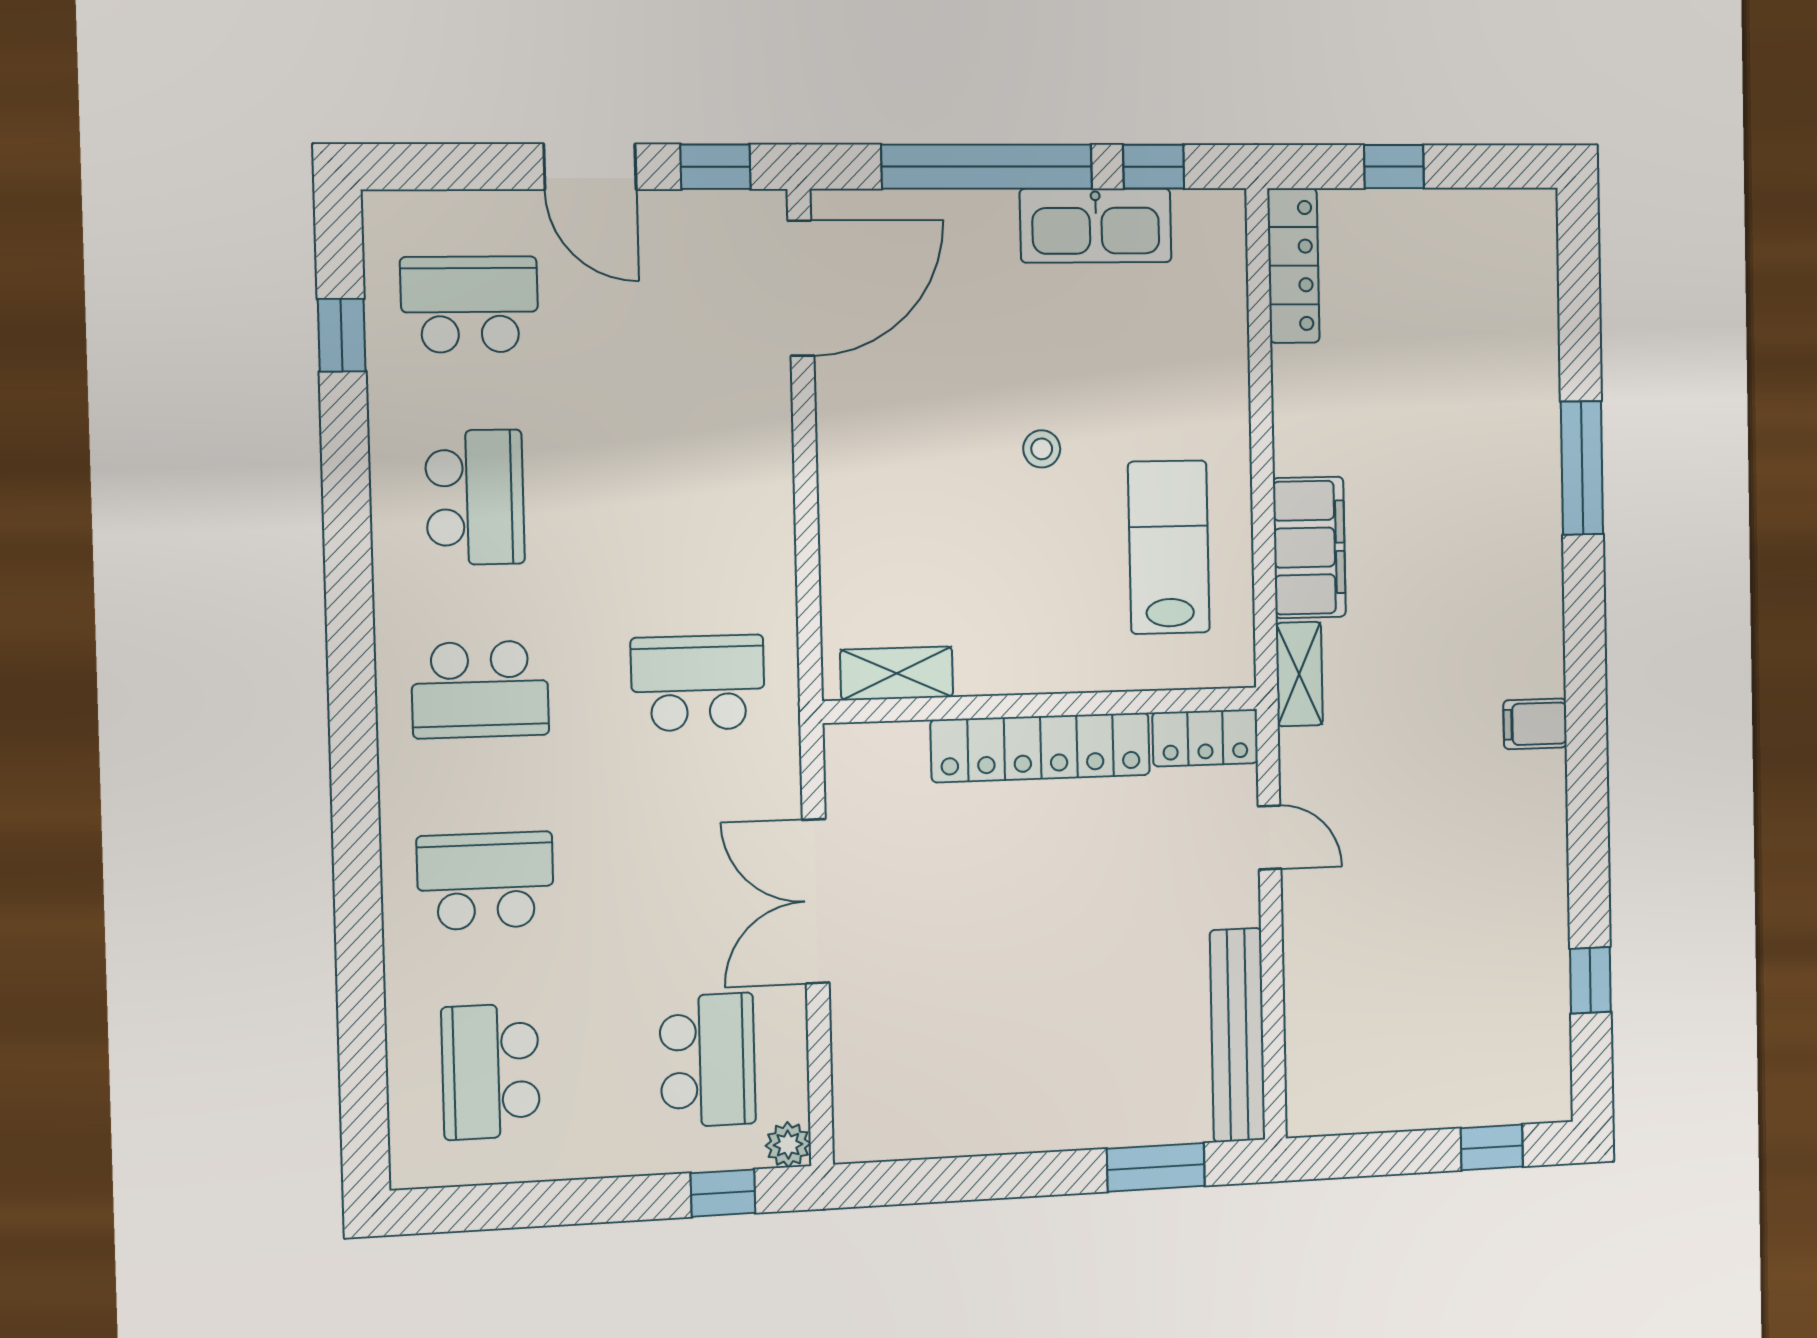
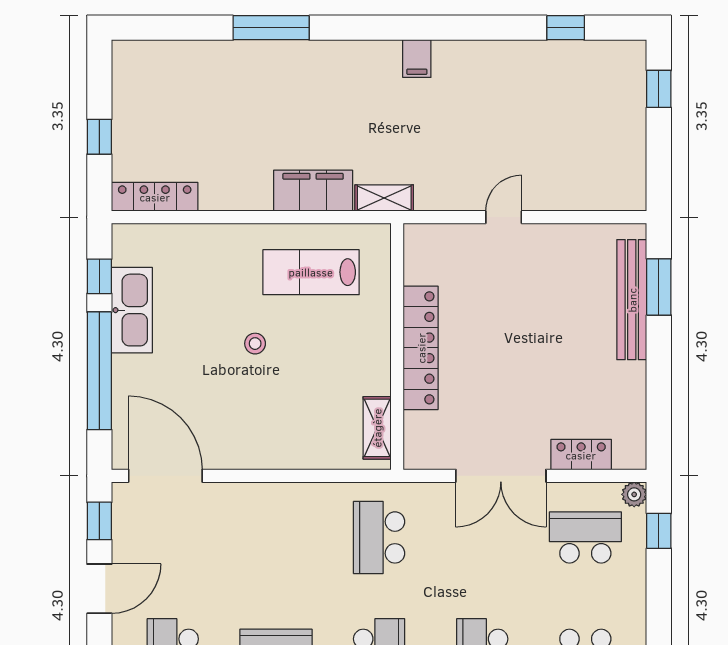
locker: (1205, 738) -> (581, 455), moved, turned -90
door: (1270, 837) -> (504, 217), moved
bench: (1238, 1035) -> (632, 300), moved, turned 90

